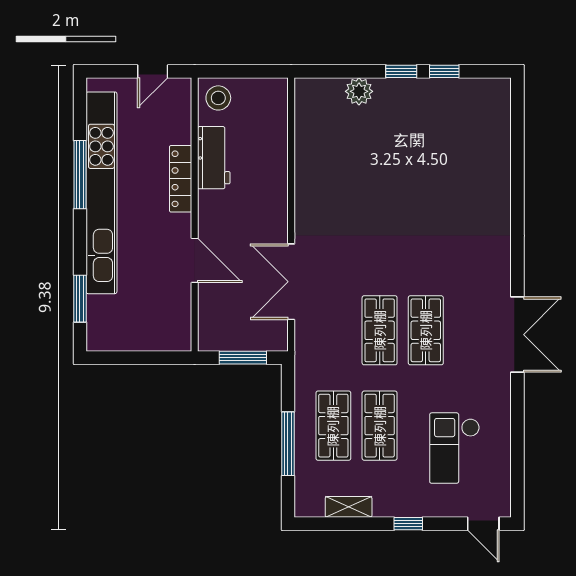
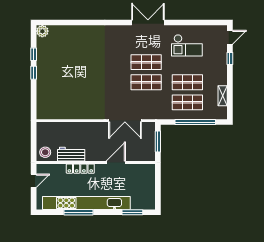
door: (153, 71) -> (34, 181), hinge flipped
plant: (359, 91) -> (42, 31), moved
window: (288, 444) -> (195, 122), width x1.46
checkout: (455, 448) -> (187, 45), moved
window: (408, 524) -> (230, 58), moved

